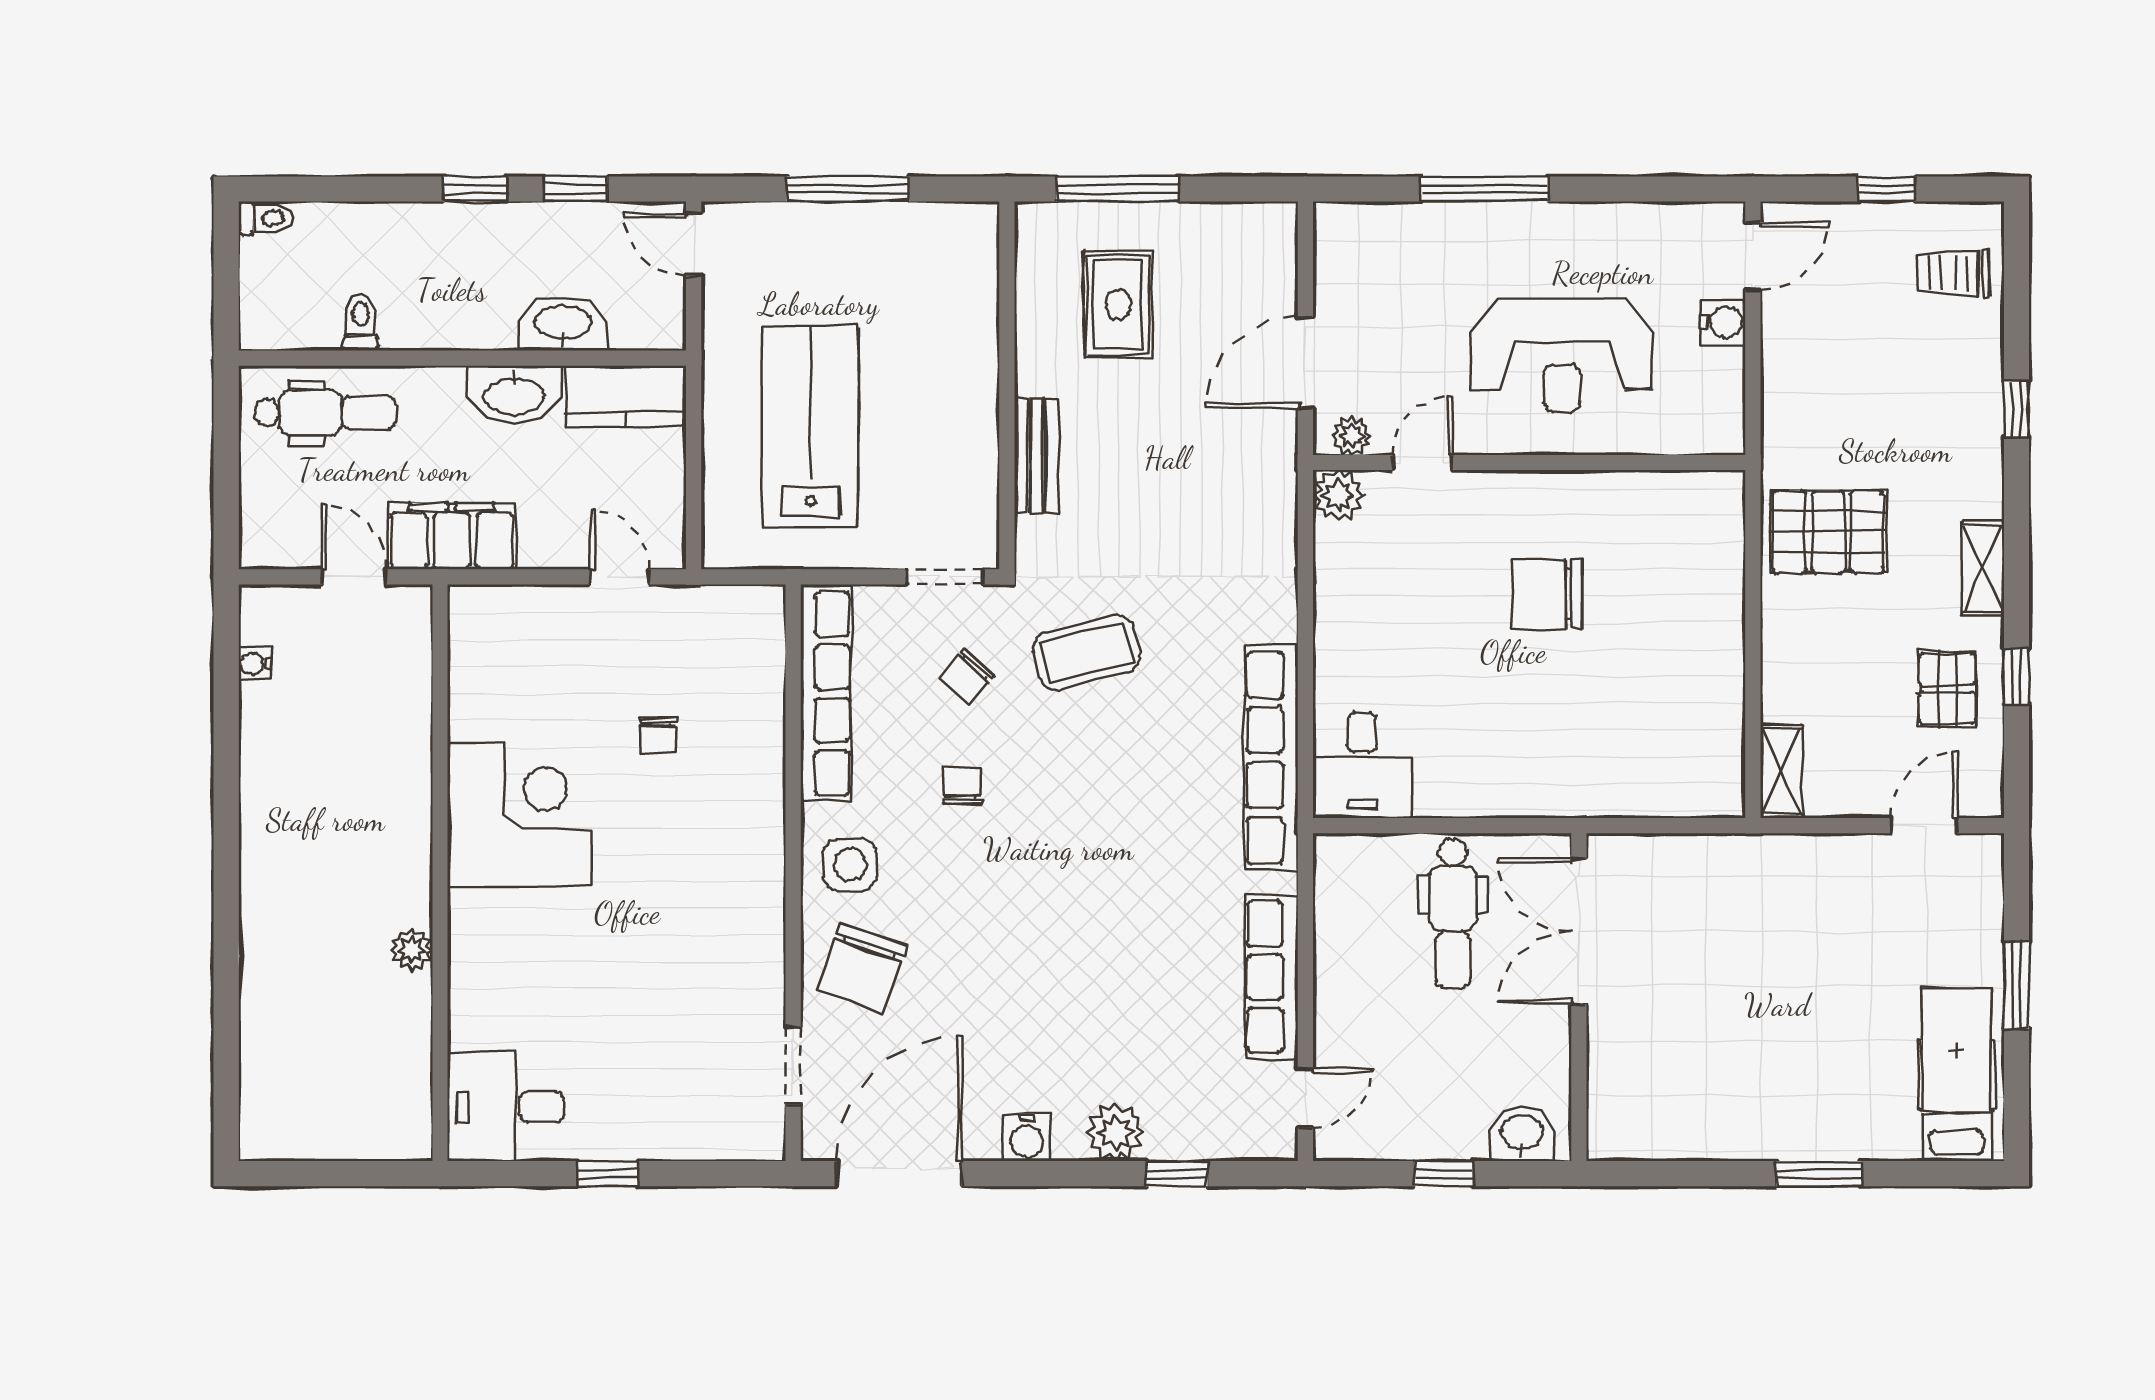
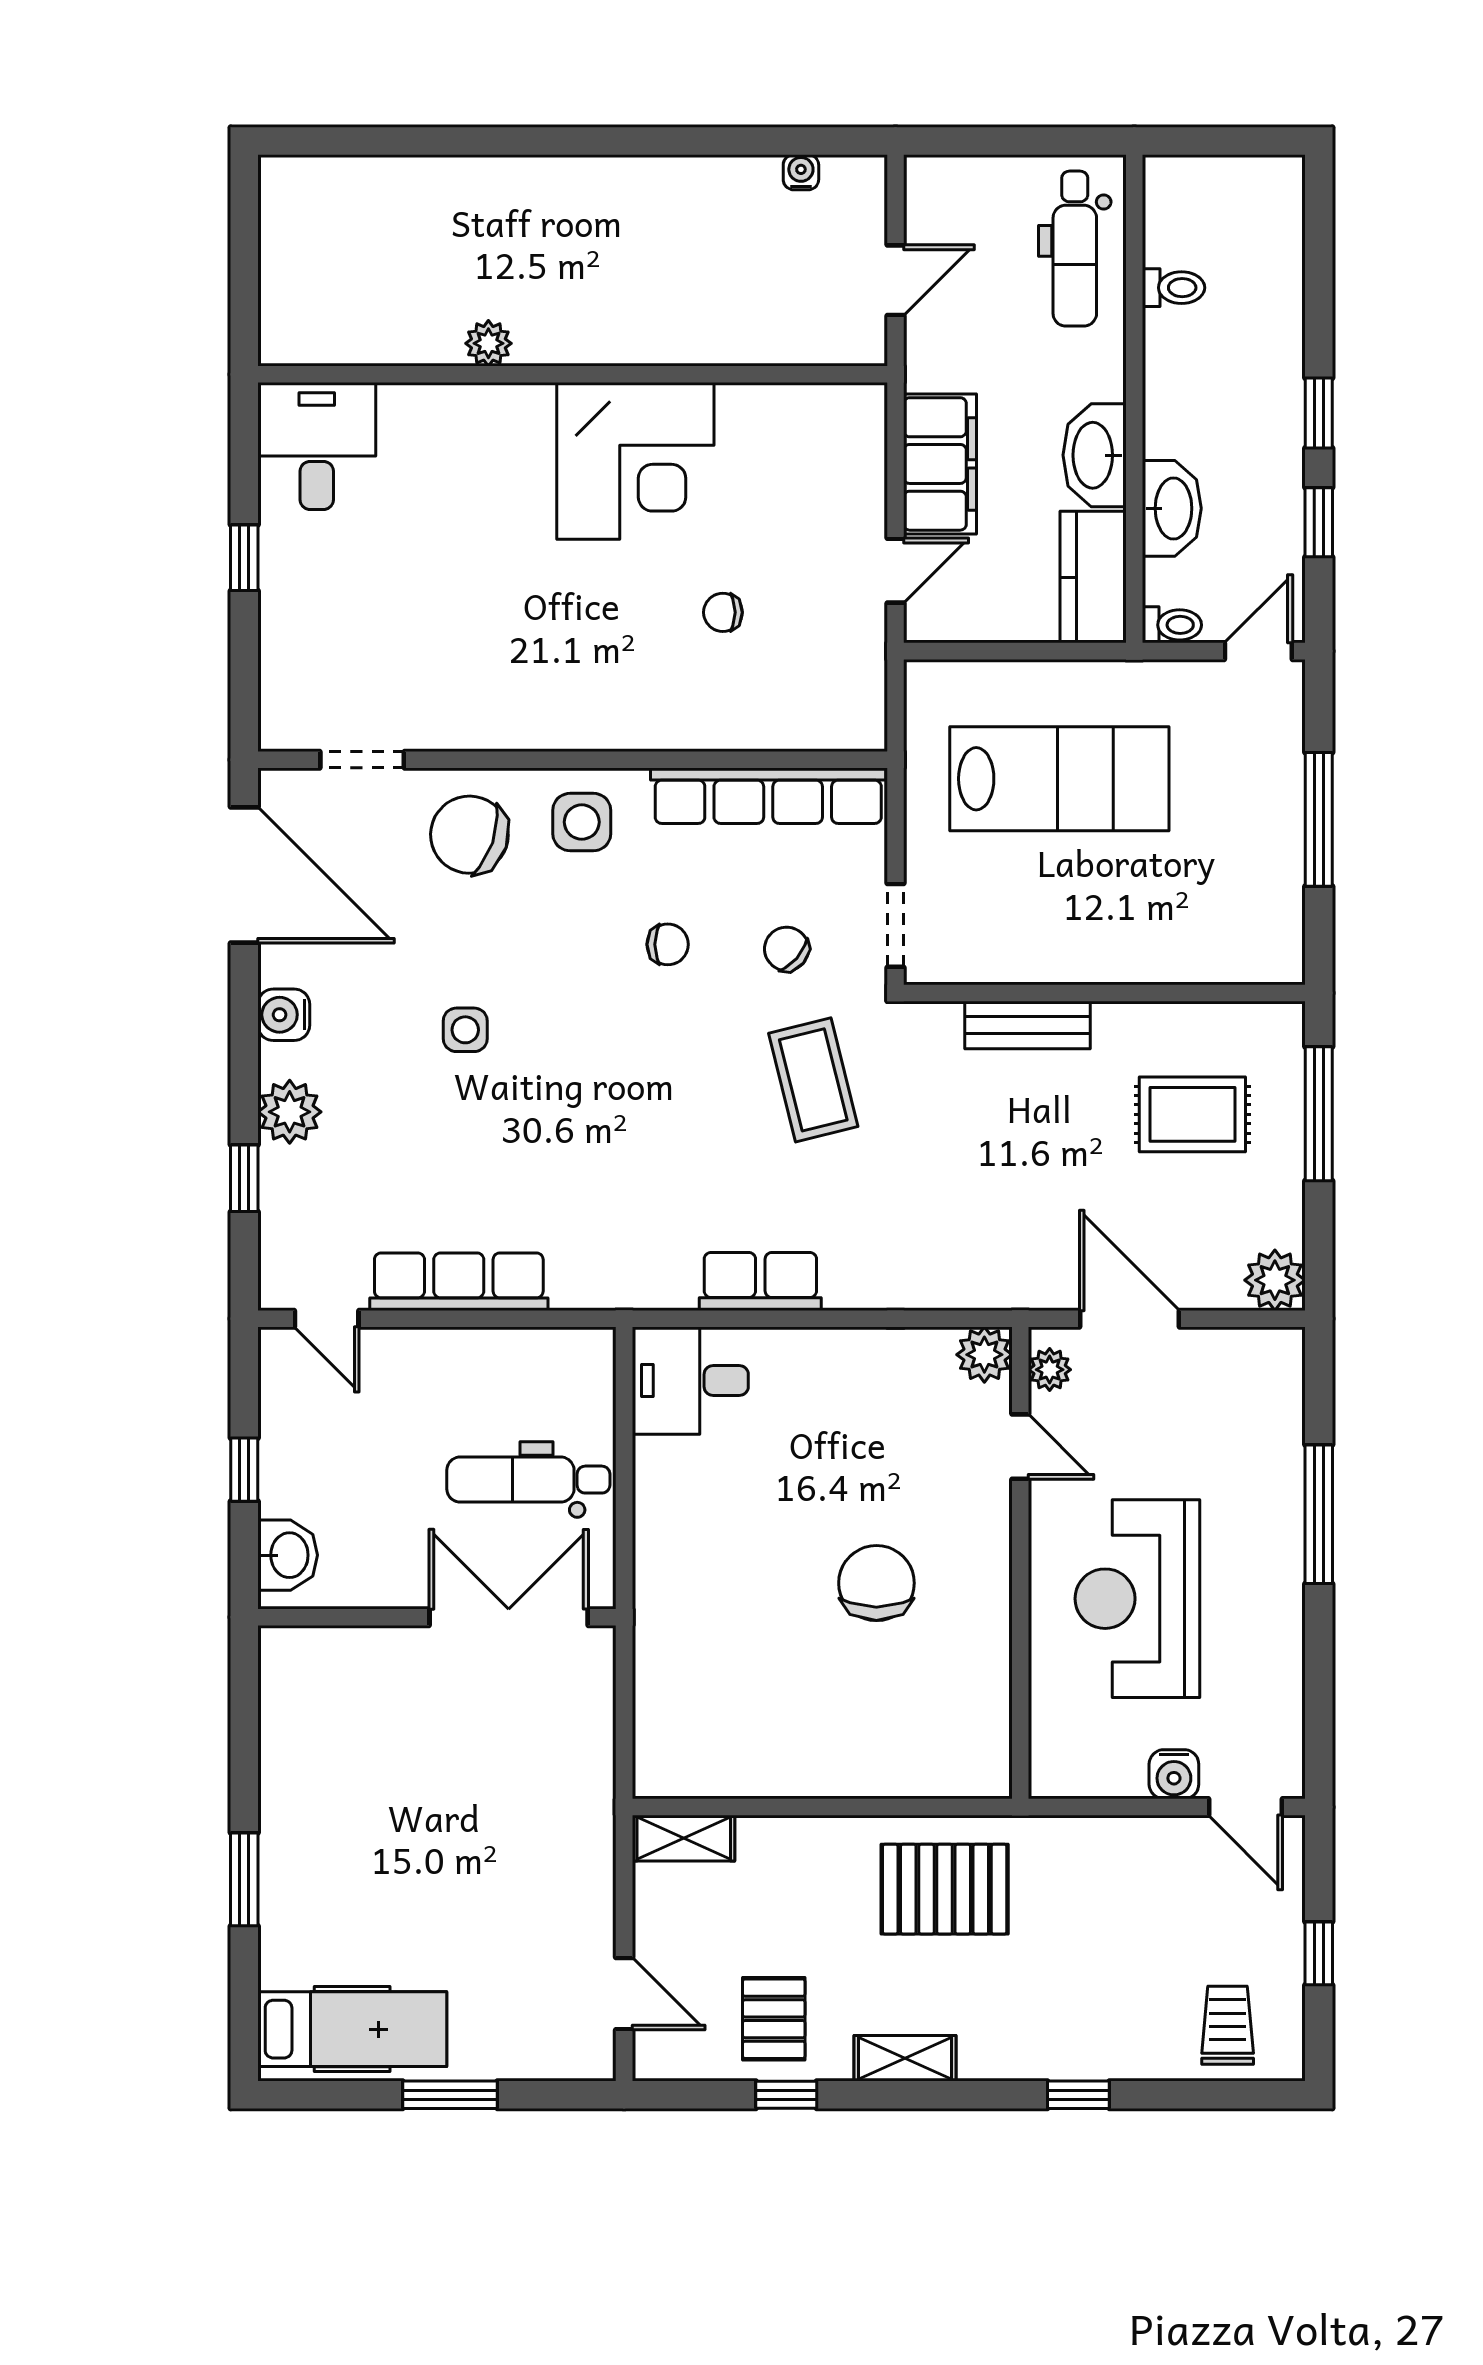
toilet: (266, 218) -> (1172, 625), moved, turned -90
plant: (1270, 229) -> (1275, 1280), added
pallet: (1828, 532) -> (945, 1889), turned 90
filing cabinet: (452, 536) -> (940, 464), moved
pallet: (1947, 688) -> (774, 2019), turned 90
row of seats: (1271, 758) -> (760, 1281), width x0.50
side table: (1041, 971) -> (465, 1030), added

